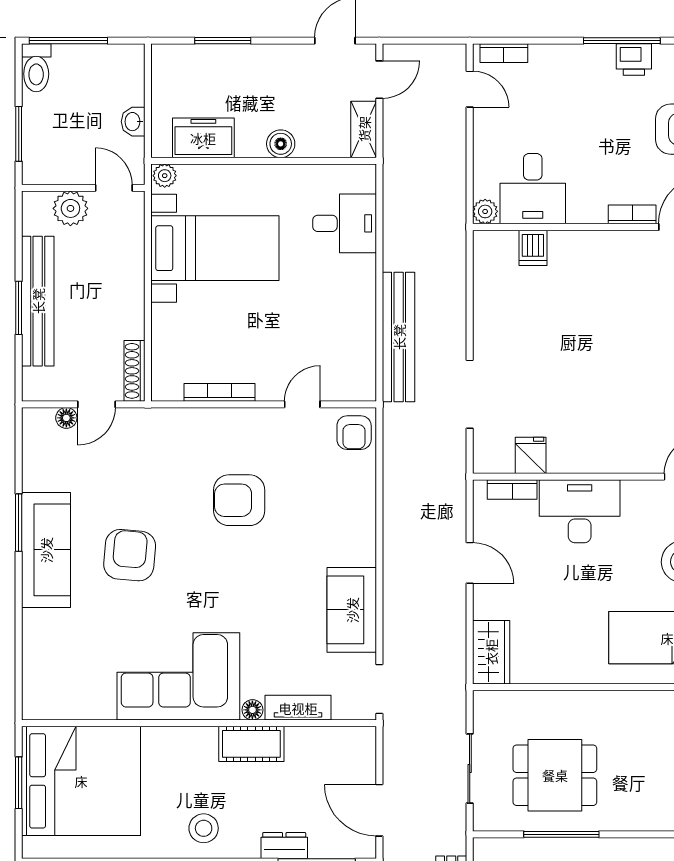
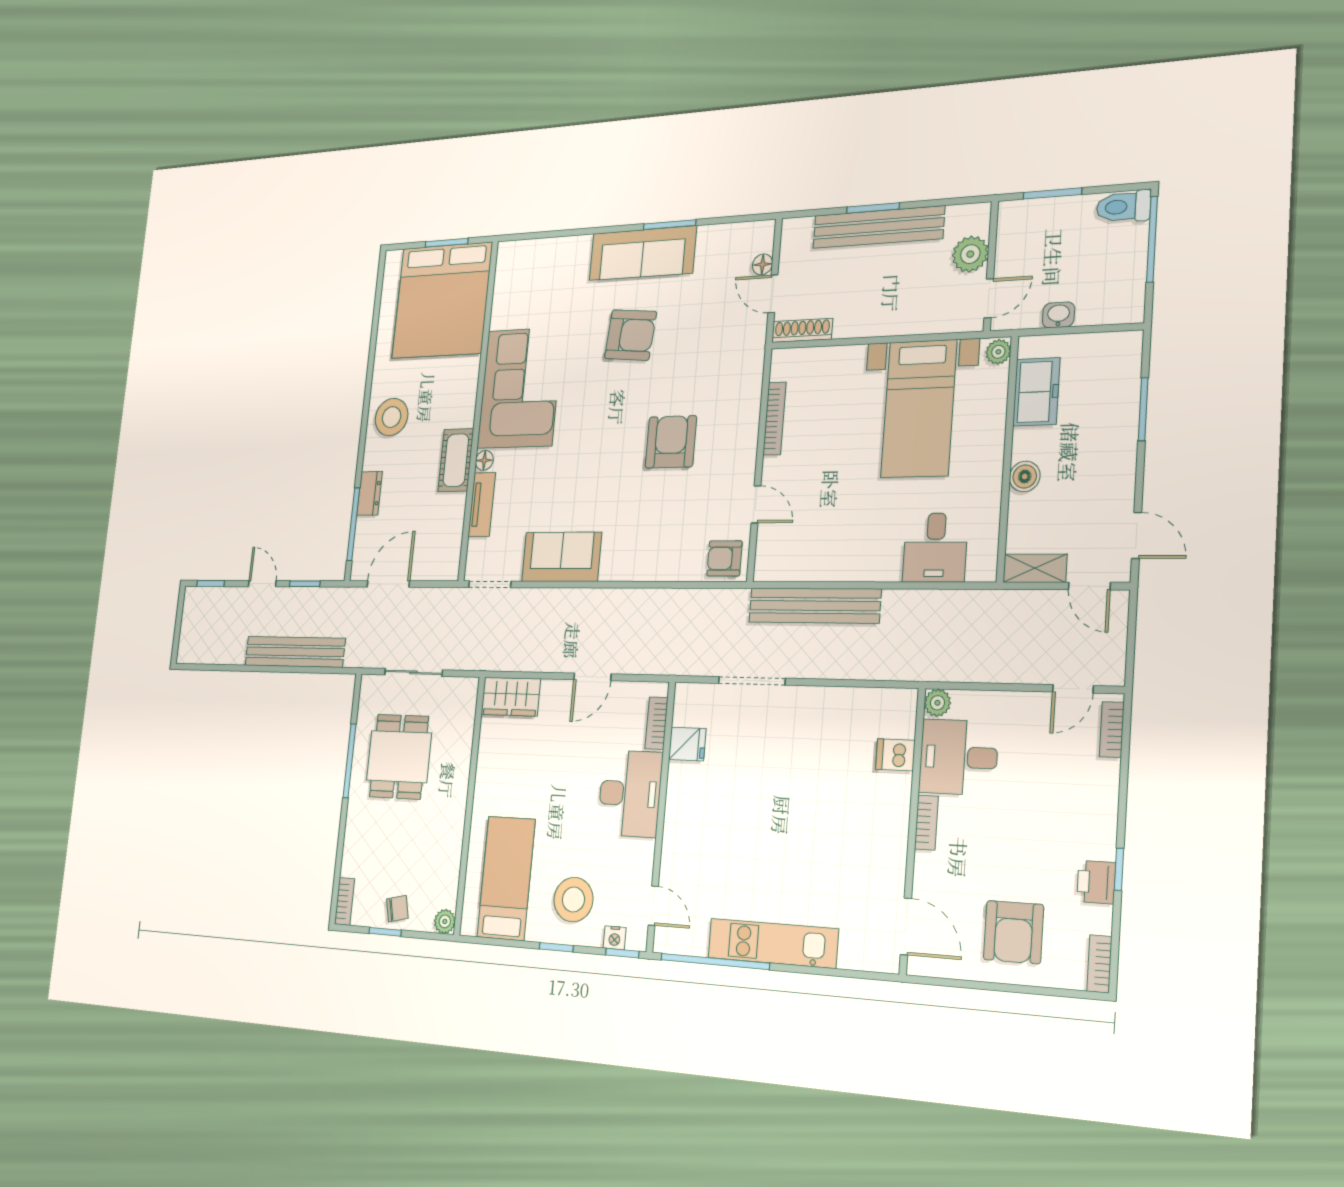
window: (622, 41) -> (1119, 869), width x0.46
bookcase: (632, 214) -> (926, 823), moved
stool: (204, 828) -> (392, 417), width x1.38, depth x1.38

